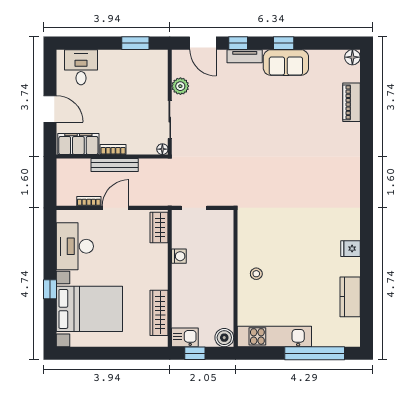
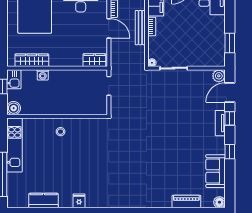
sofa: (286, 63) -> (216, 171), moved
plant: (180, 86) -> (219, 76), moved
washing machine: (179, 256) -> (43, 75), moved

